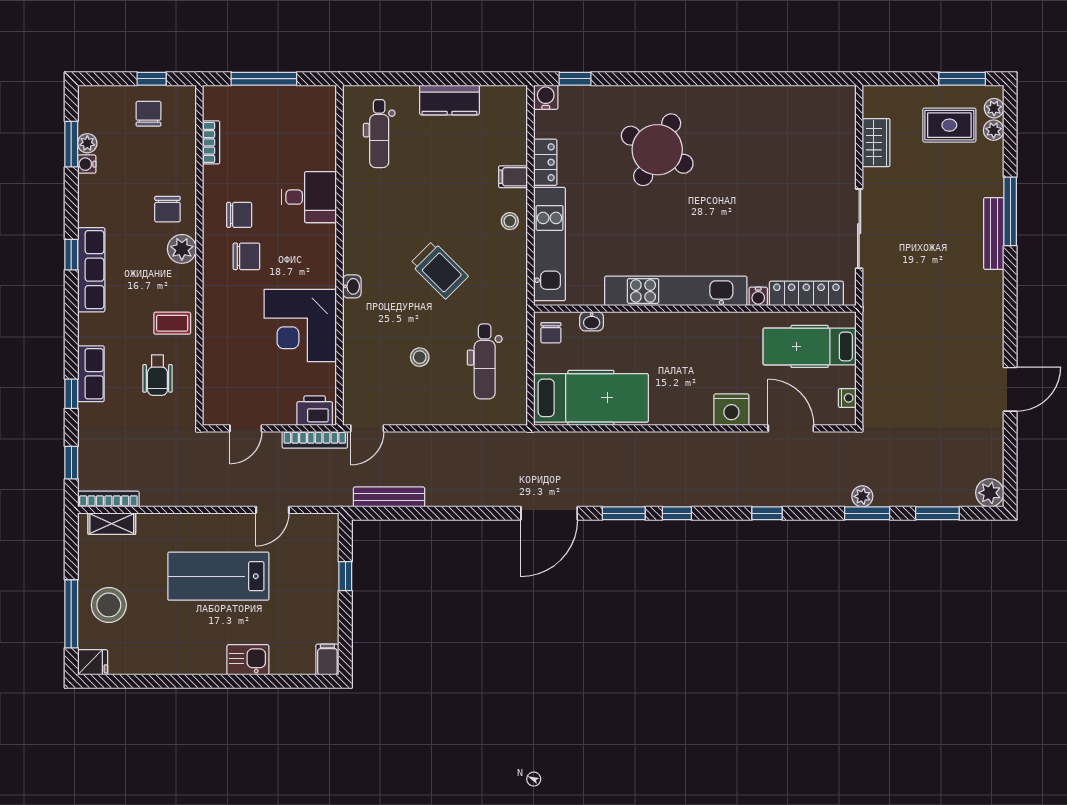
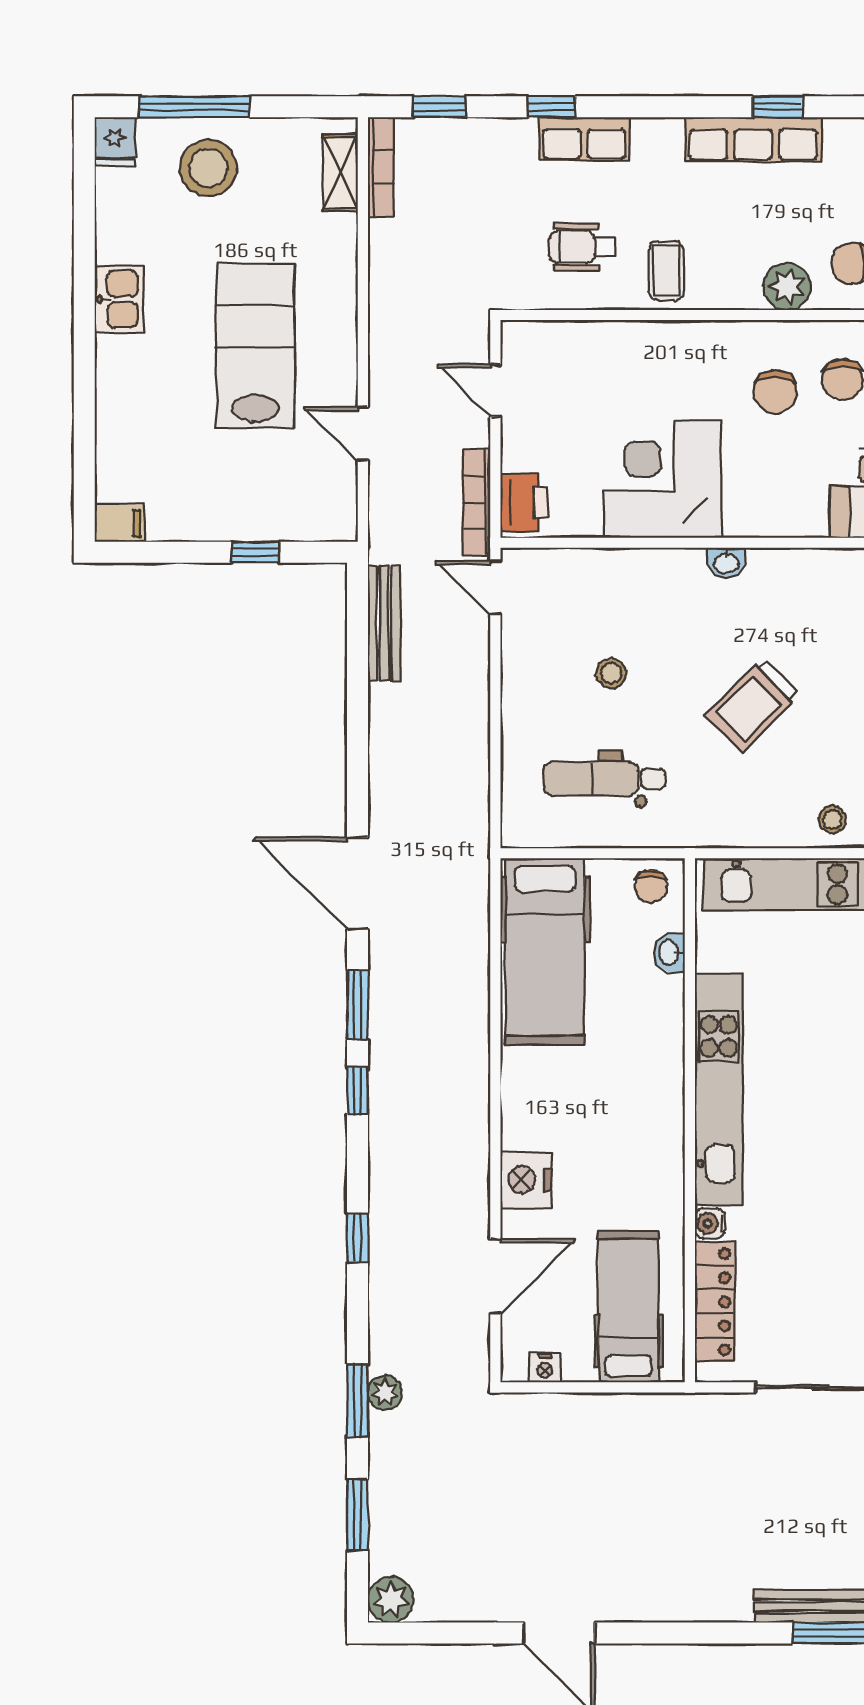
chair: (551, 333) -> (651, 886), turned -90
kitchen sink: (248, 660) -> (119, 299), moved

